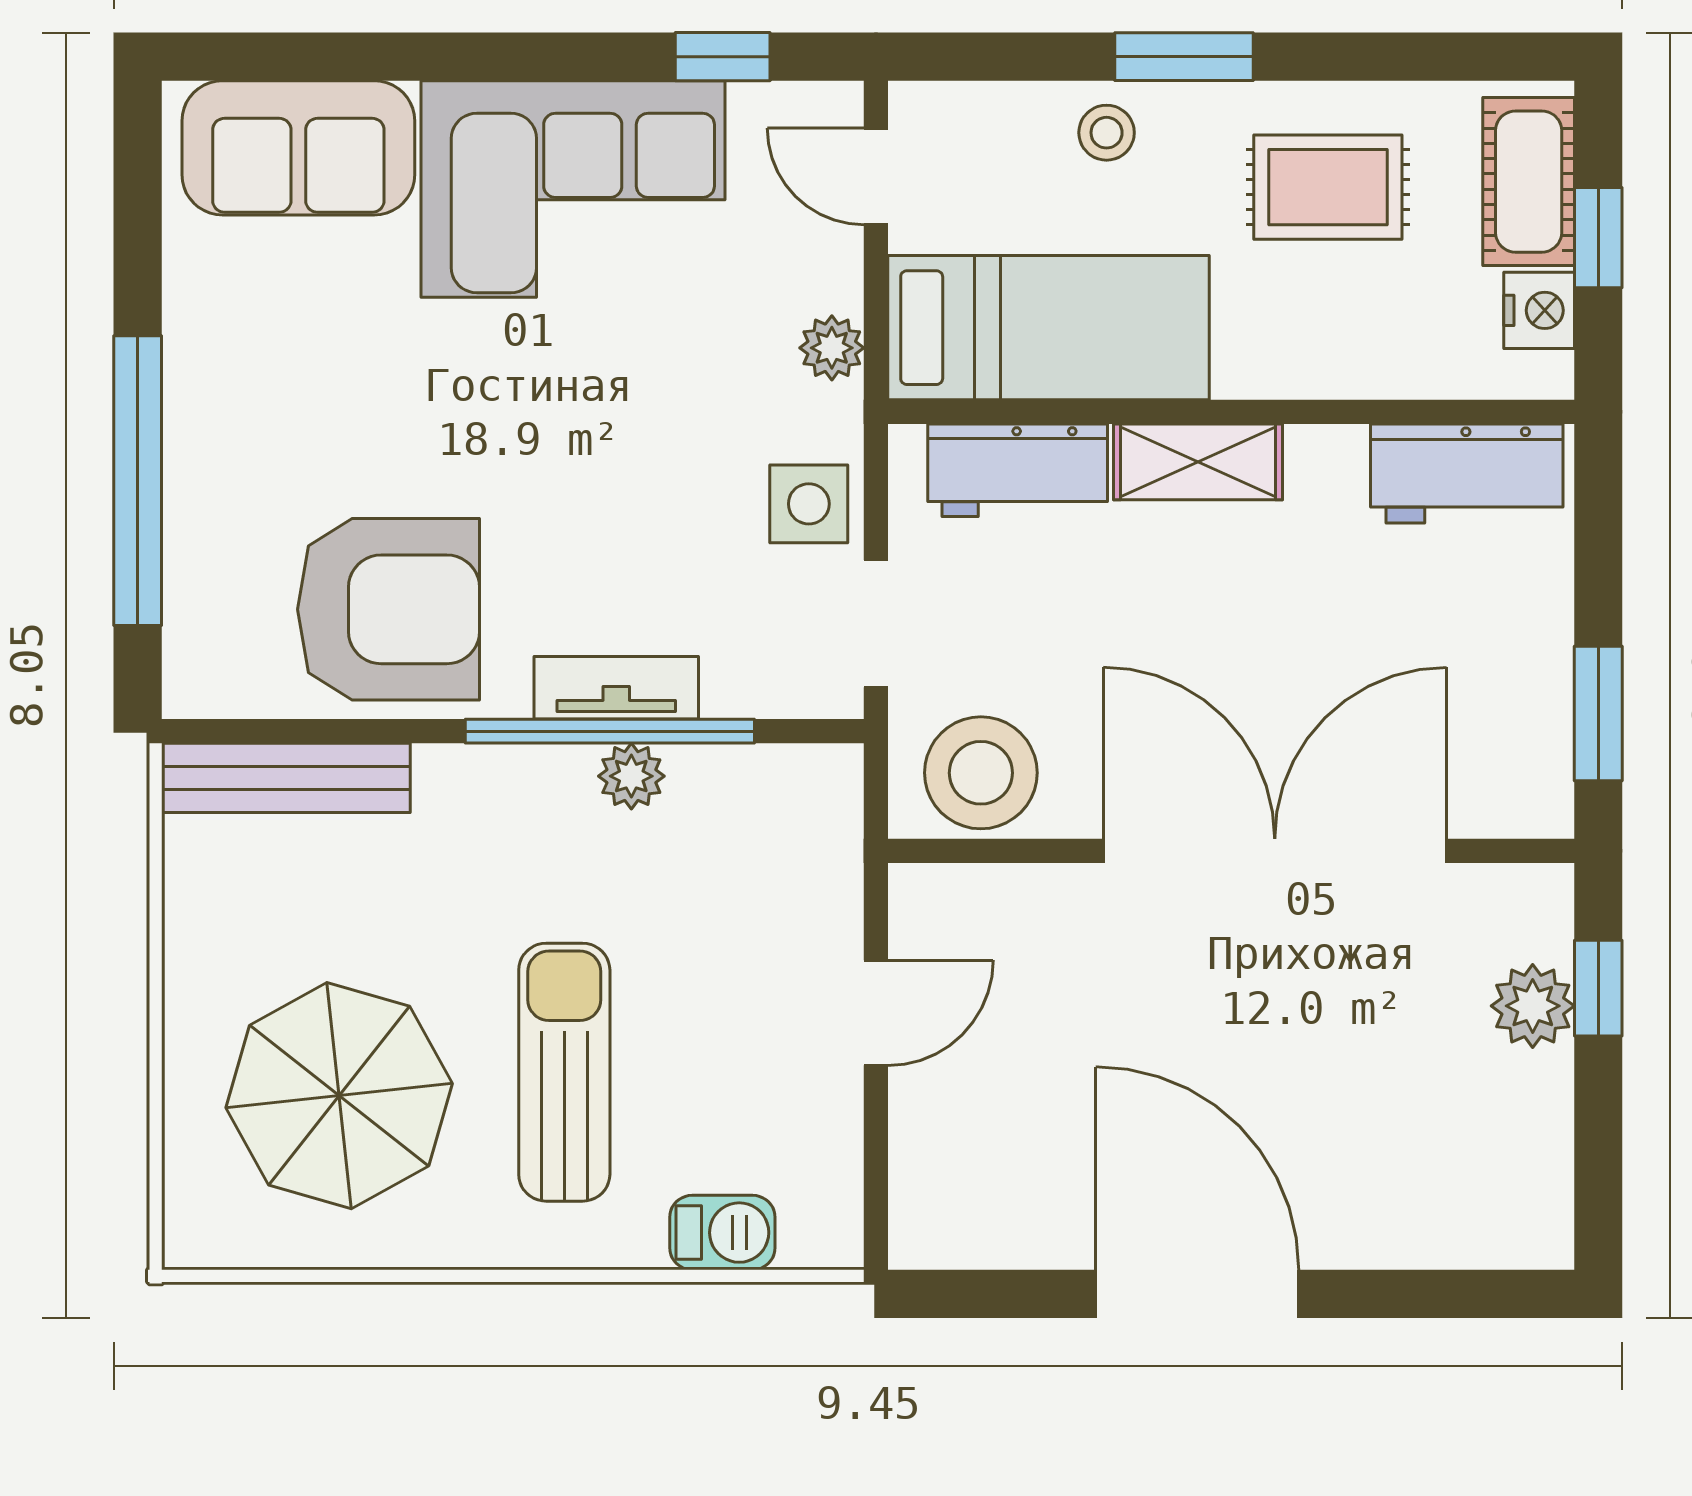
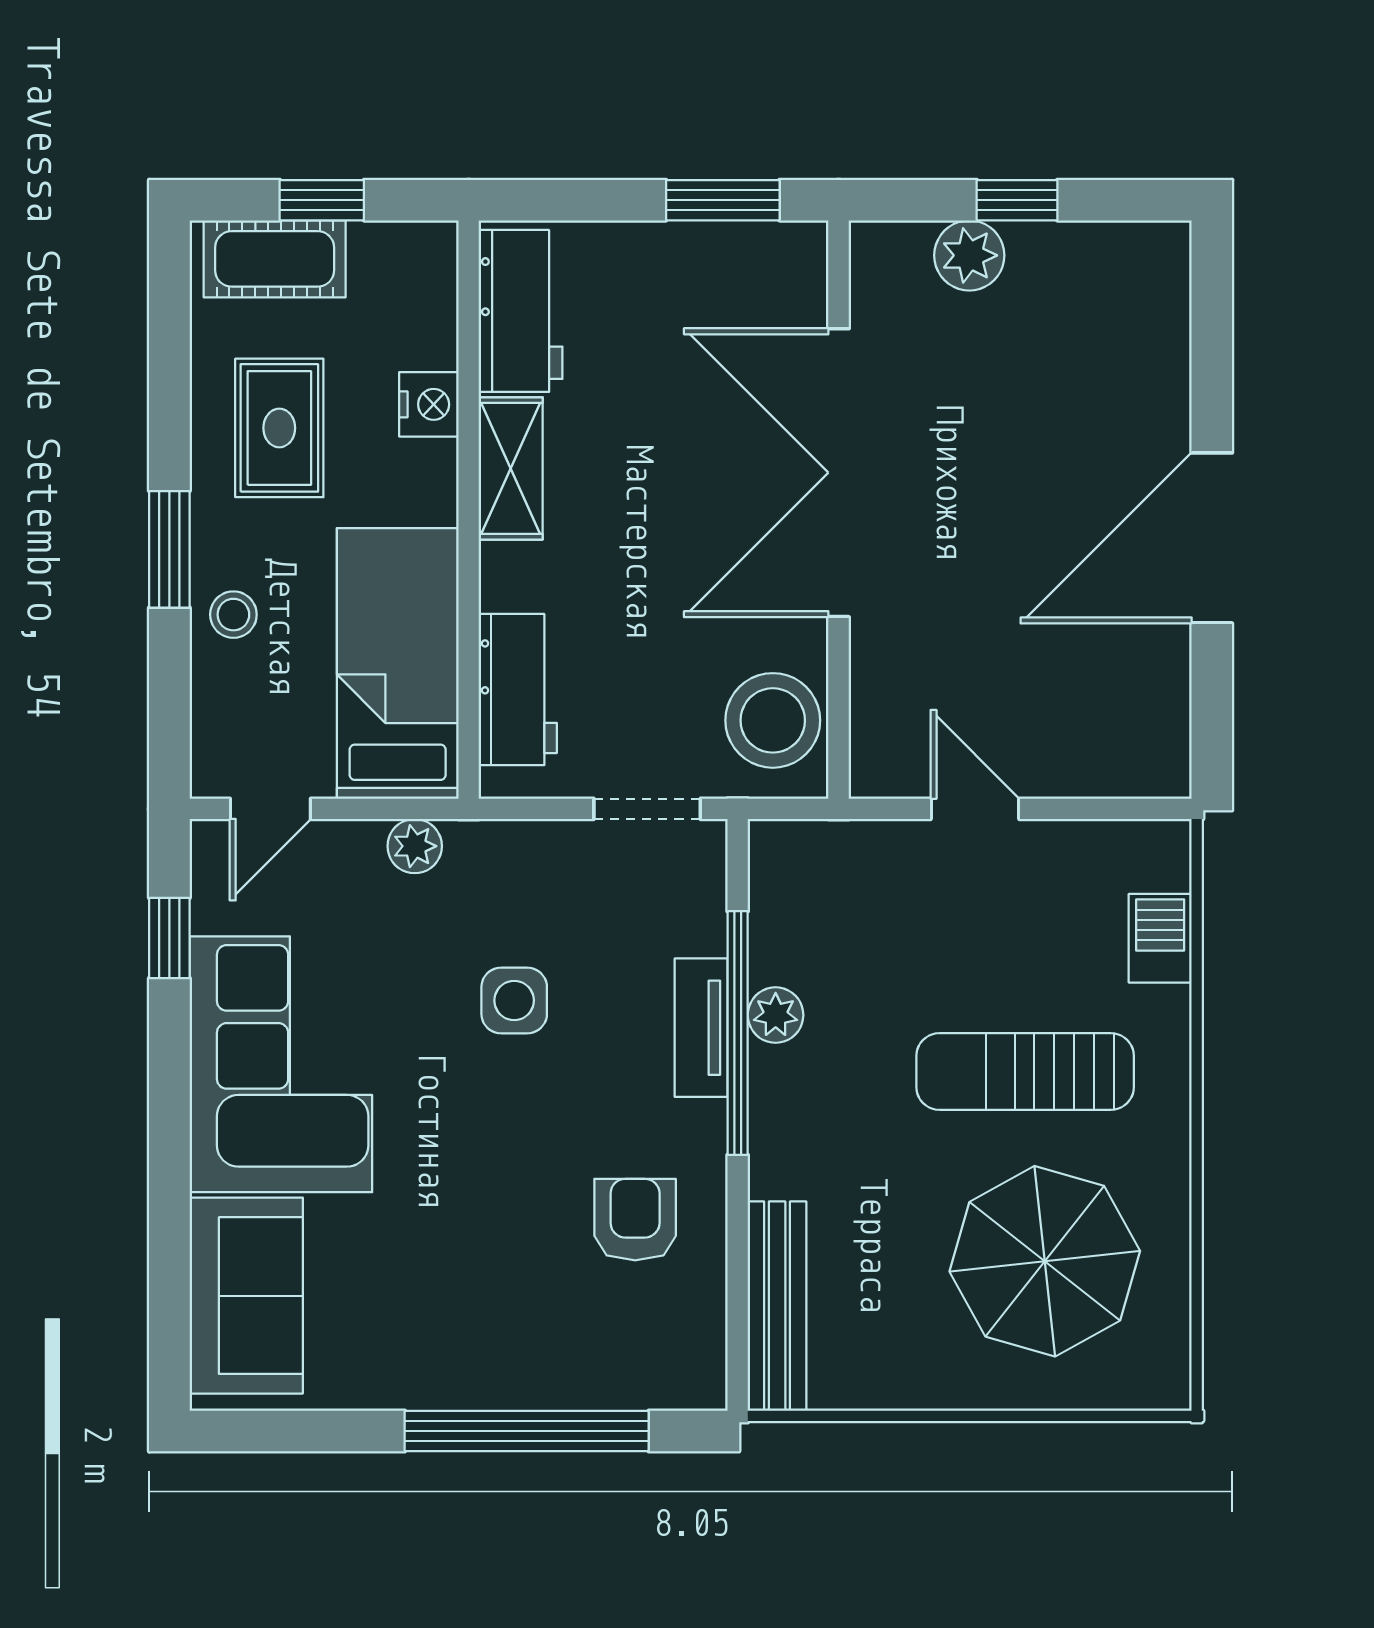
nightstand: (1539, 310) -> (429, 404), moved, turned 90
shelving: (1198, 462) -> (511, 468), moved
side table: (809, 504) -> (514, 1000), moved
armchair: (389, 609) -> (635, 1220), width x0.53, depth x0.53
window: (1598, 988) -> (1017, 200), moved

